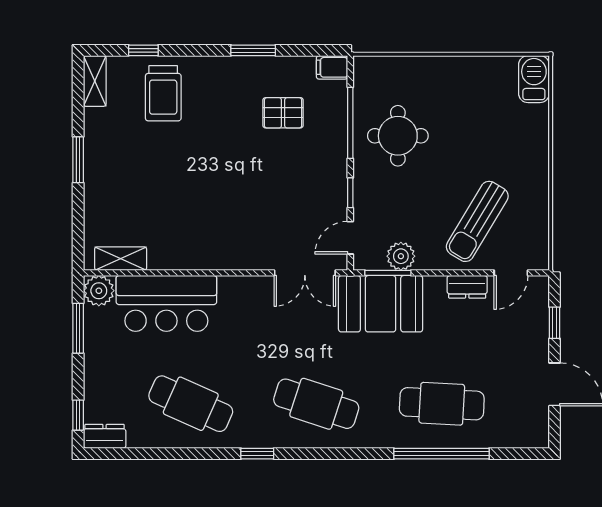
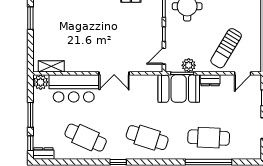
double door: (305, 273) -> (114, 73), moved
dresser: (467, 287) -> (210, 80), moved
window: (78, 328) -> (30, 115), moved

